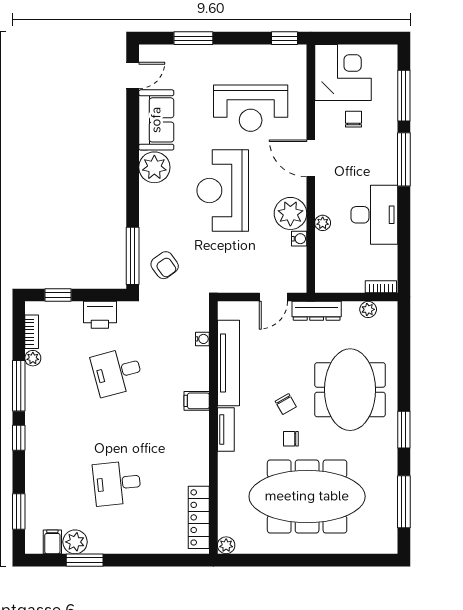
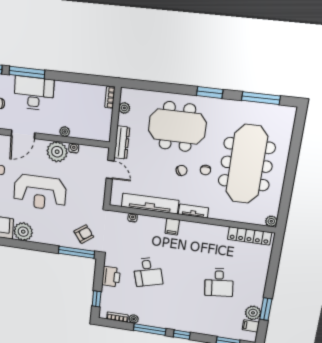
desk: (374, 215) -> (34, 93), moved

